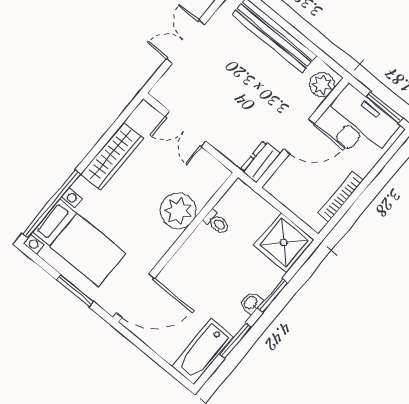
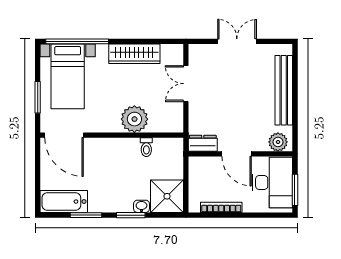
washbasin: (251, 303) -> (141, 206), moved

